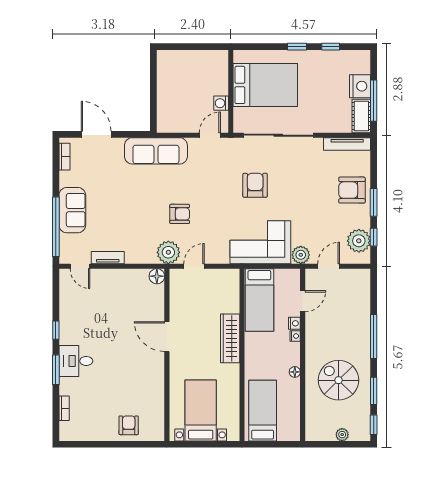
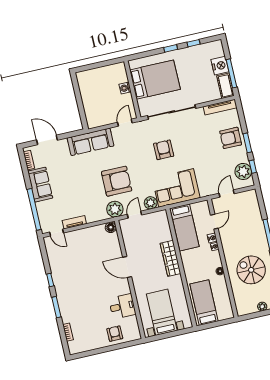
washing machine: (221, 103) -> (125, 88), moved
sofa: (72, 210) -> (40, 185), moved
armchair: (180, 214) -> (117, 181), width x1.88, depth x1.88
plant: (301, 255) -> (151, 203), moved
desk: (76, 361) -> (122, 306), moved, turned 180

